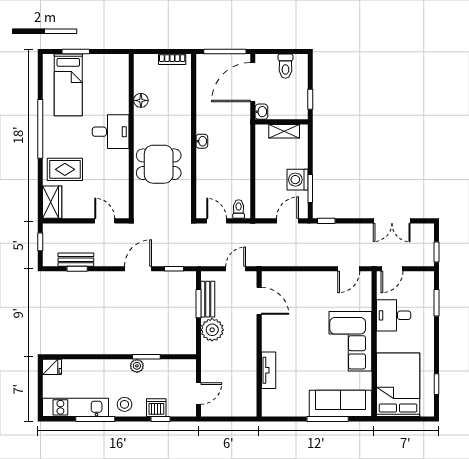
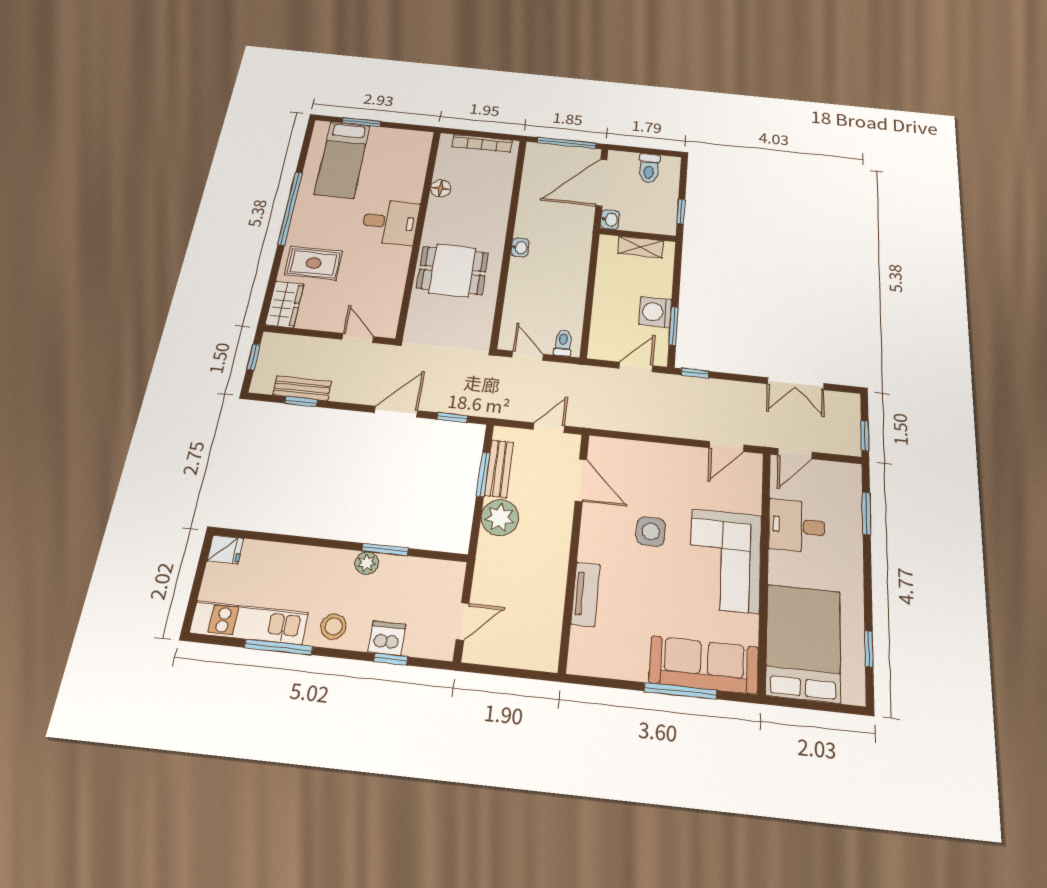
bookcase: (172, 59) -> (482, 143), width x1.56
side table: (305, 328) -> (651, 531), added

